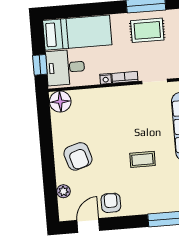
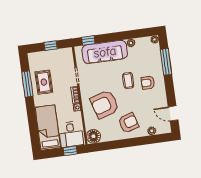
armchair: (108, 121) -> (104, 104), added
armchair: (111, 203) -> (148, 83), moved

